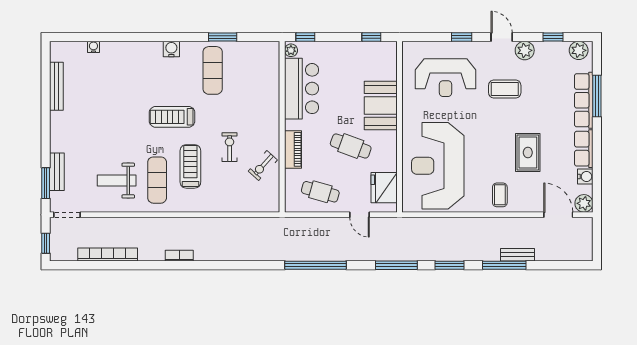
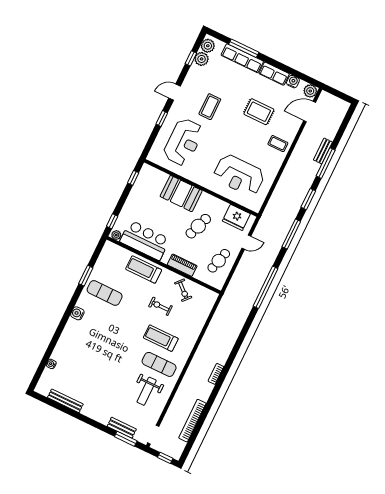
plant: (525, 50) -> (202, 59), moved
treadmill: (172, 117) -> (144, 269), moved, turned 90
reception desk: (438, 166) -> (239, 175), width x0.74, depth x0.77

